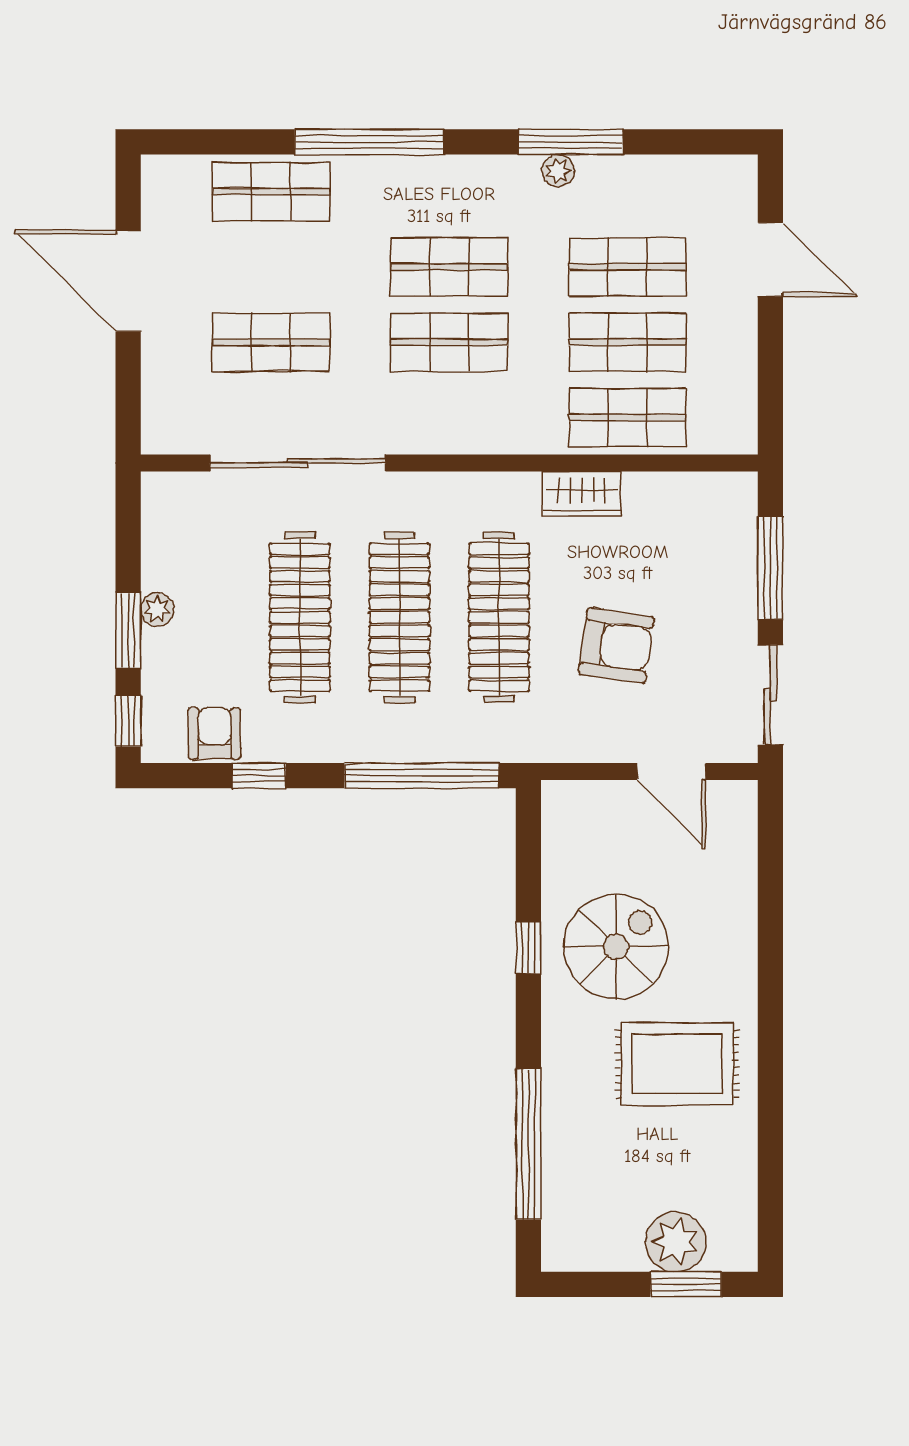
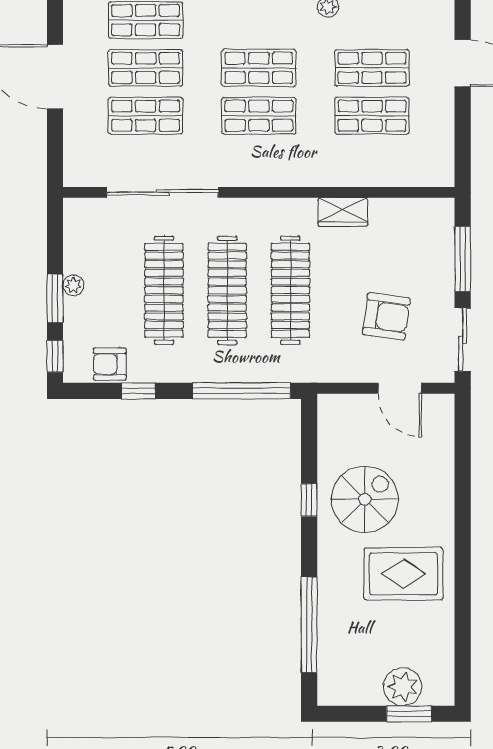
shop shelf: (628, 418) -> (146, 68), moved
armchair: (616, 646) -> (386, 316), moved
armchair: (214, 734) -> (110, 364), turned -90

